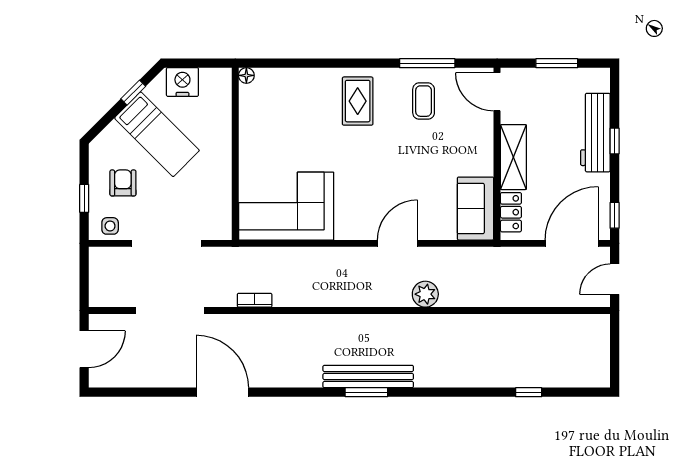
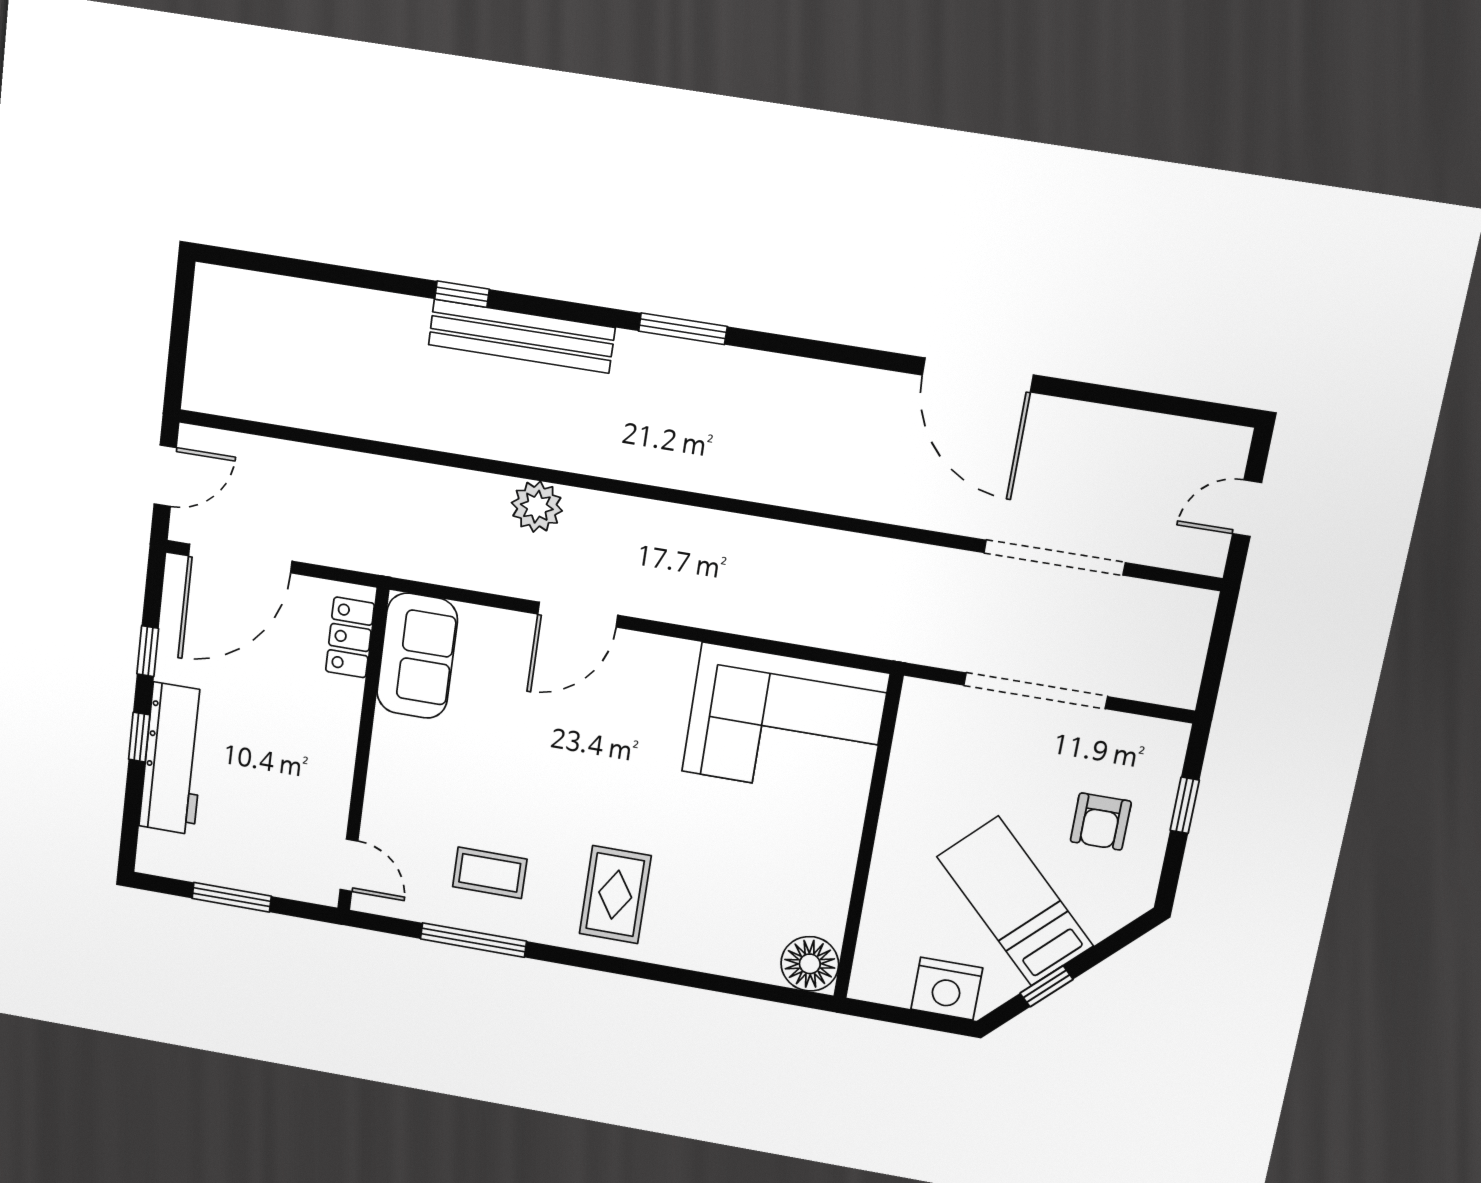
floor lamp: (246, 75) -> (810, 964), width x1.89, depth x1.89
door: (497, 92) -> (349, 865), width x0.73
coffee table: (424, 101) -> (490, 873), turned 90
shelving: (513, 157) -> (333, 740), removed
window: (615, 215) -> (148, 651), moved
side table: (110, 226) -> (1143, 743), removed
bookcase: (255, 300) -> (879, 550), removed
door: (84, 349) -> (1247, 508), width x0.73
bench: (368, 376) -> (522, 336), moved
window: (529, 392) -> (462, 294), moved

